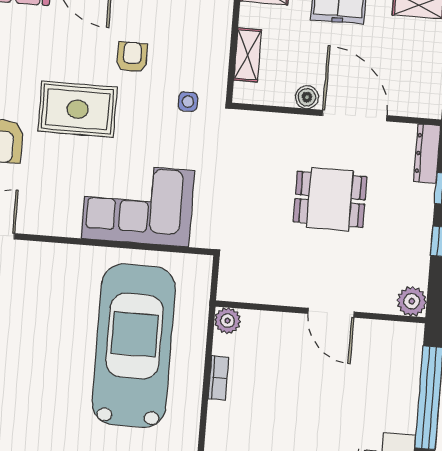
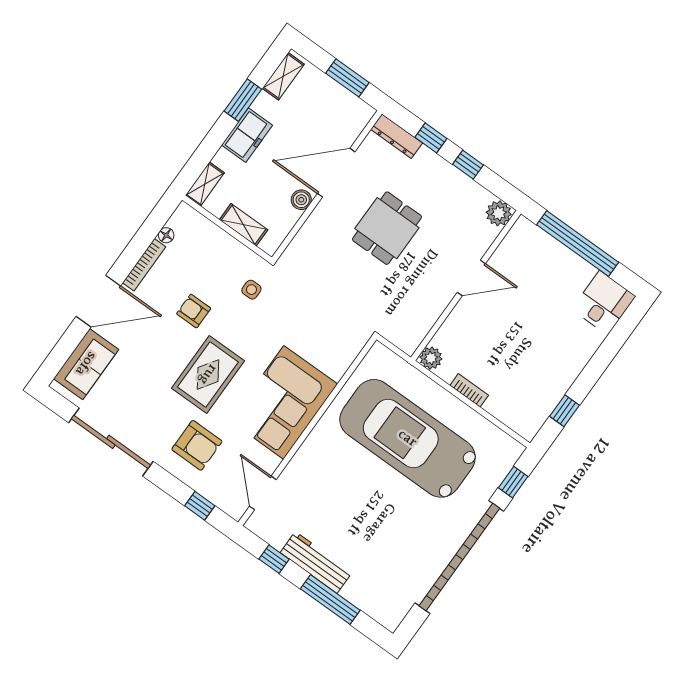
corner sofa: (138, 205) -> (284, 402), moved

